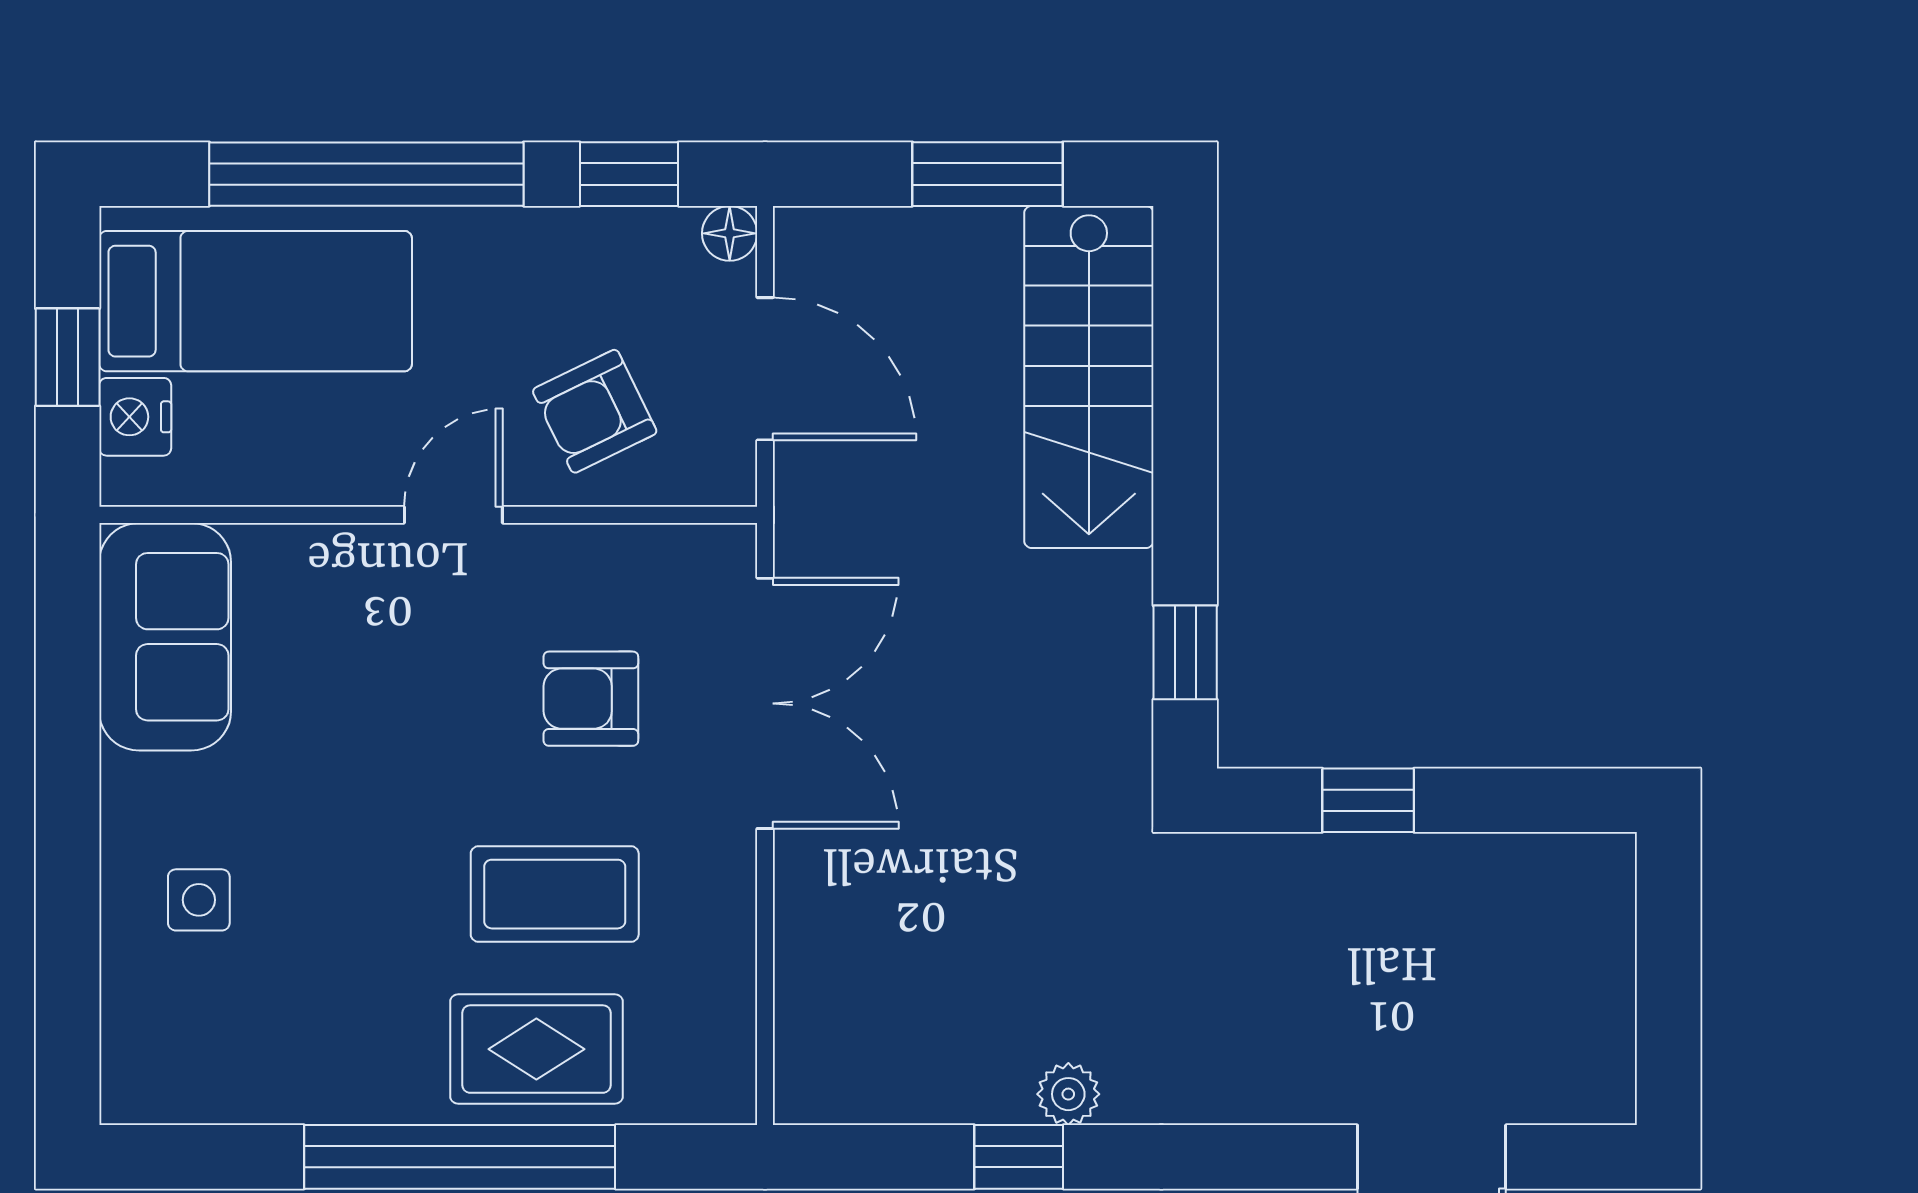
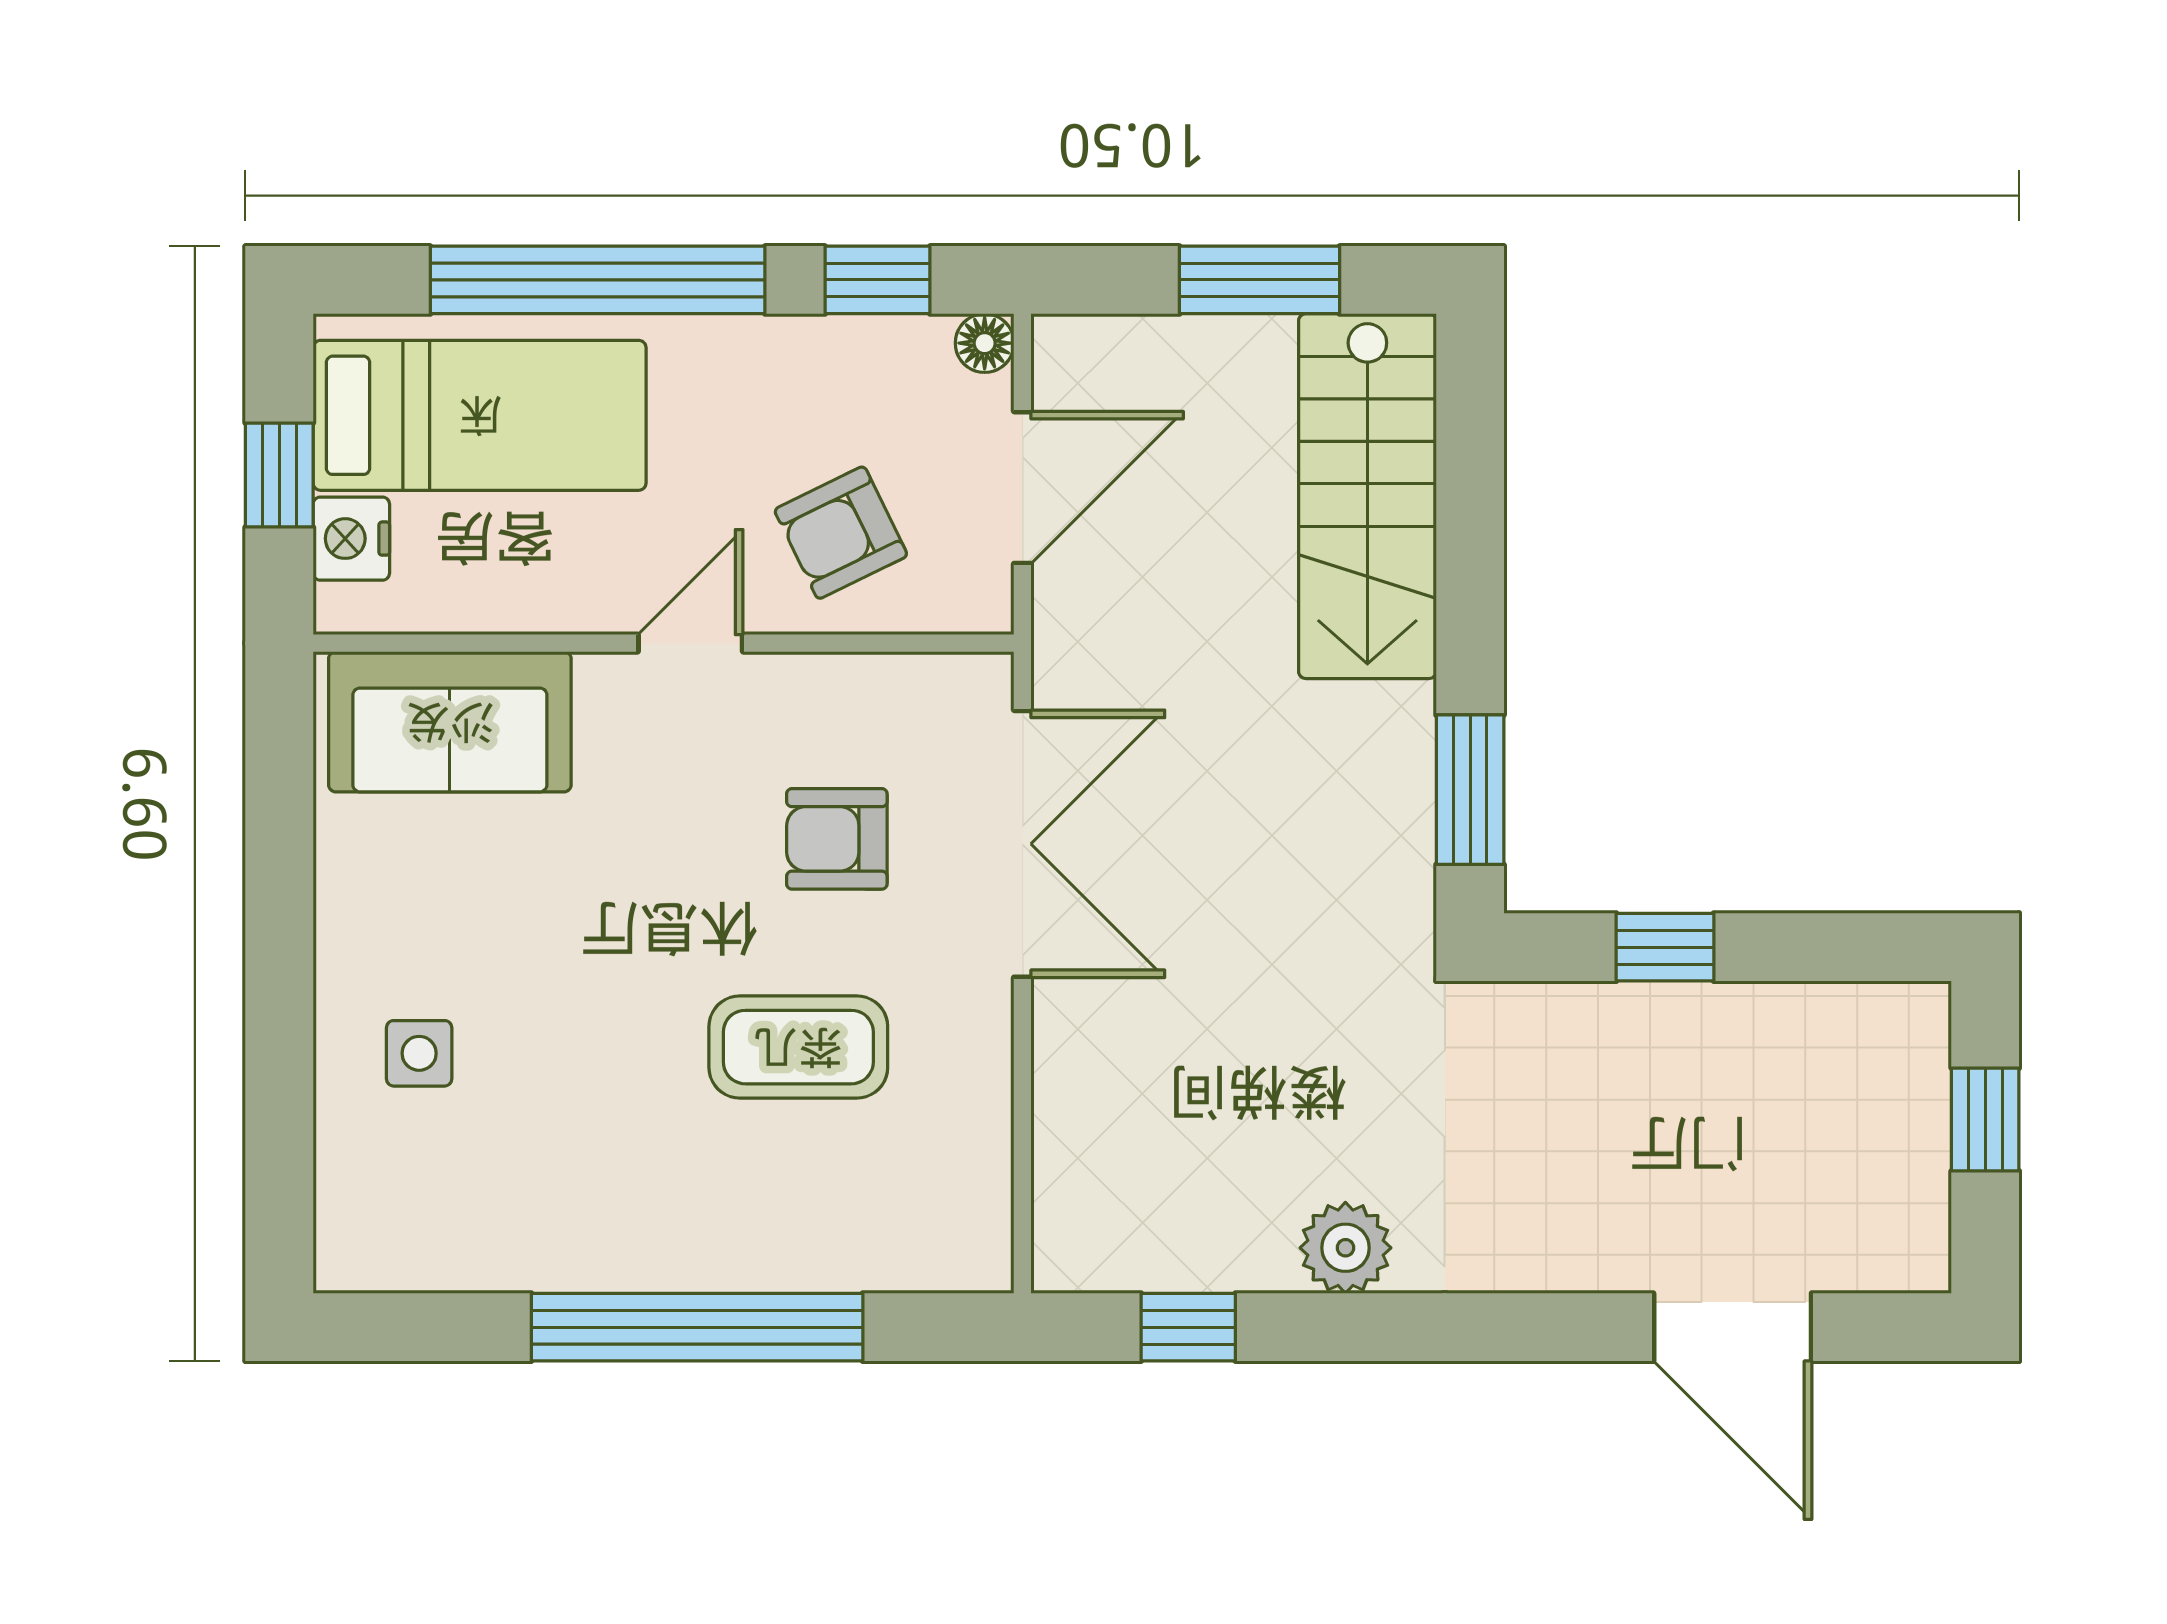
door: (765, 369) -> (1022, 488), hinge flipped
sofa: (165, 637) -> (450, 722), moved, turned 90
window: (1185, 652) -> (1470, 790), width x1.50
window: (1669, 962) -> (1985, 1119), added
rug: (536, 1049) -> (779, 1212), removed
plant: (1068, 1094) -> (1345, 1248), width x1.38, depth x1.38
window: (1019, 1157) -> (1188, 1327), moved

